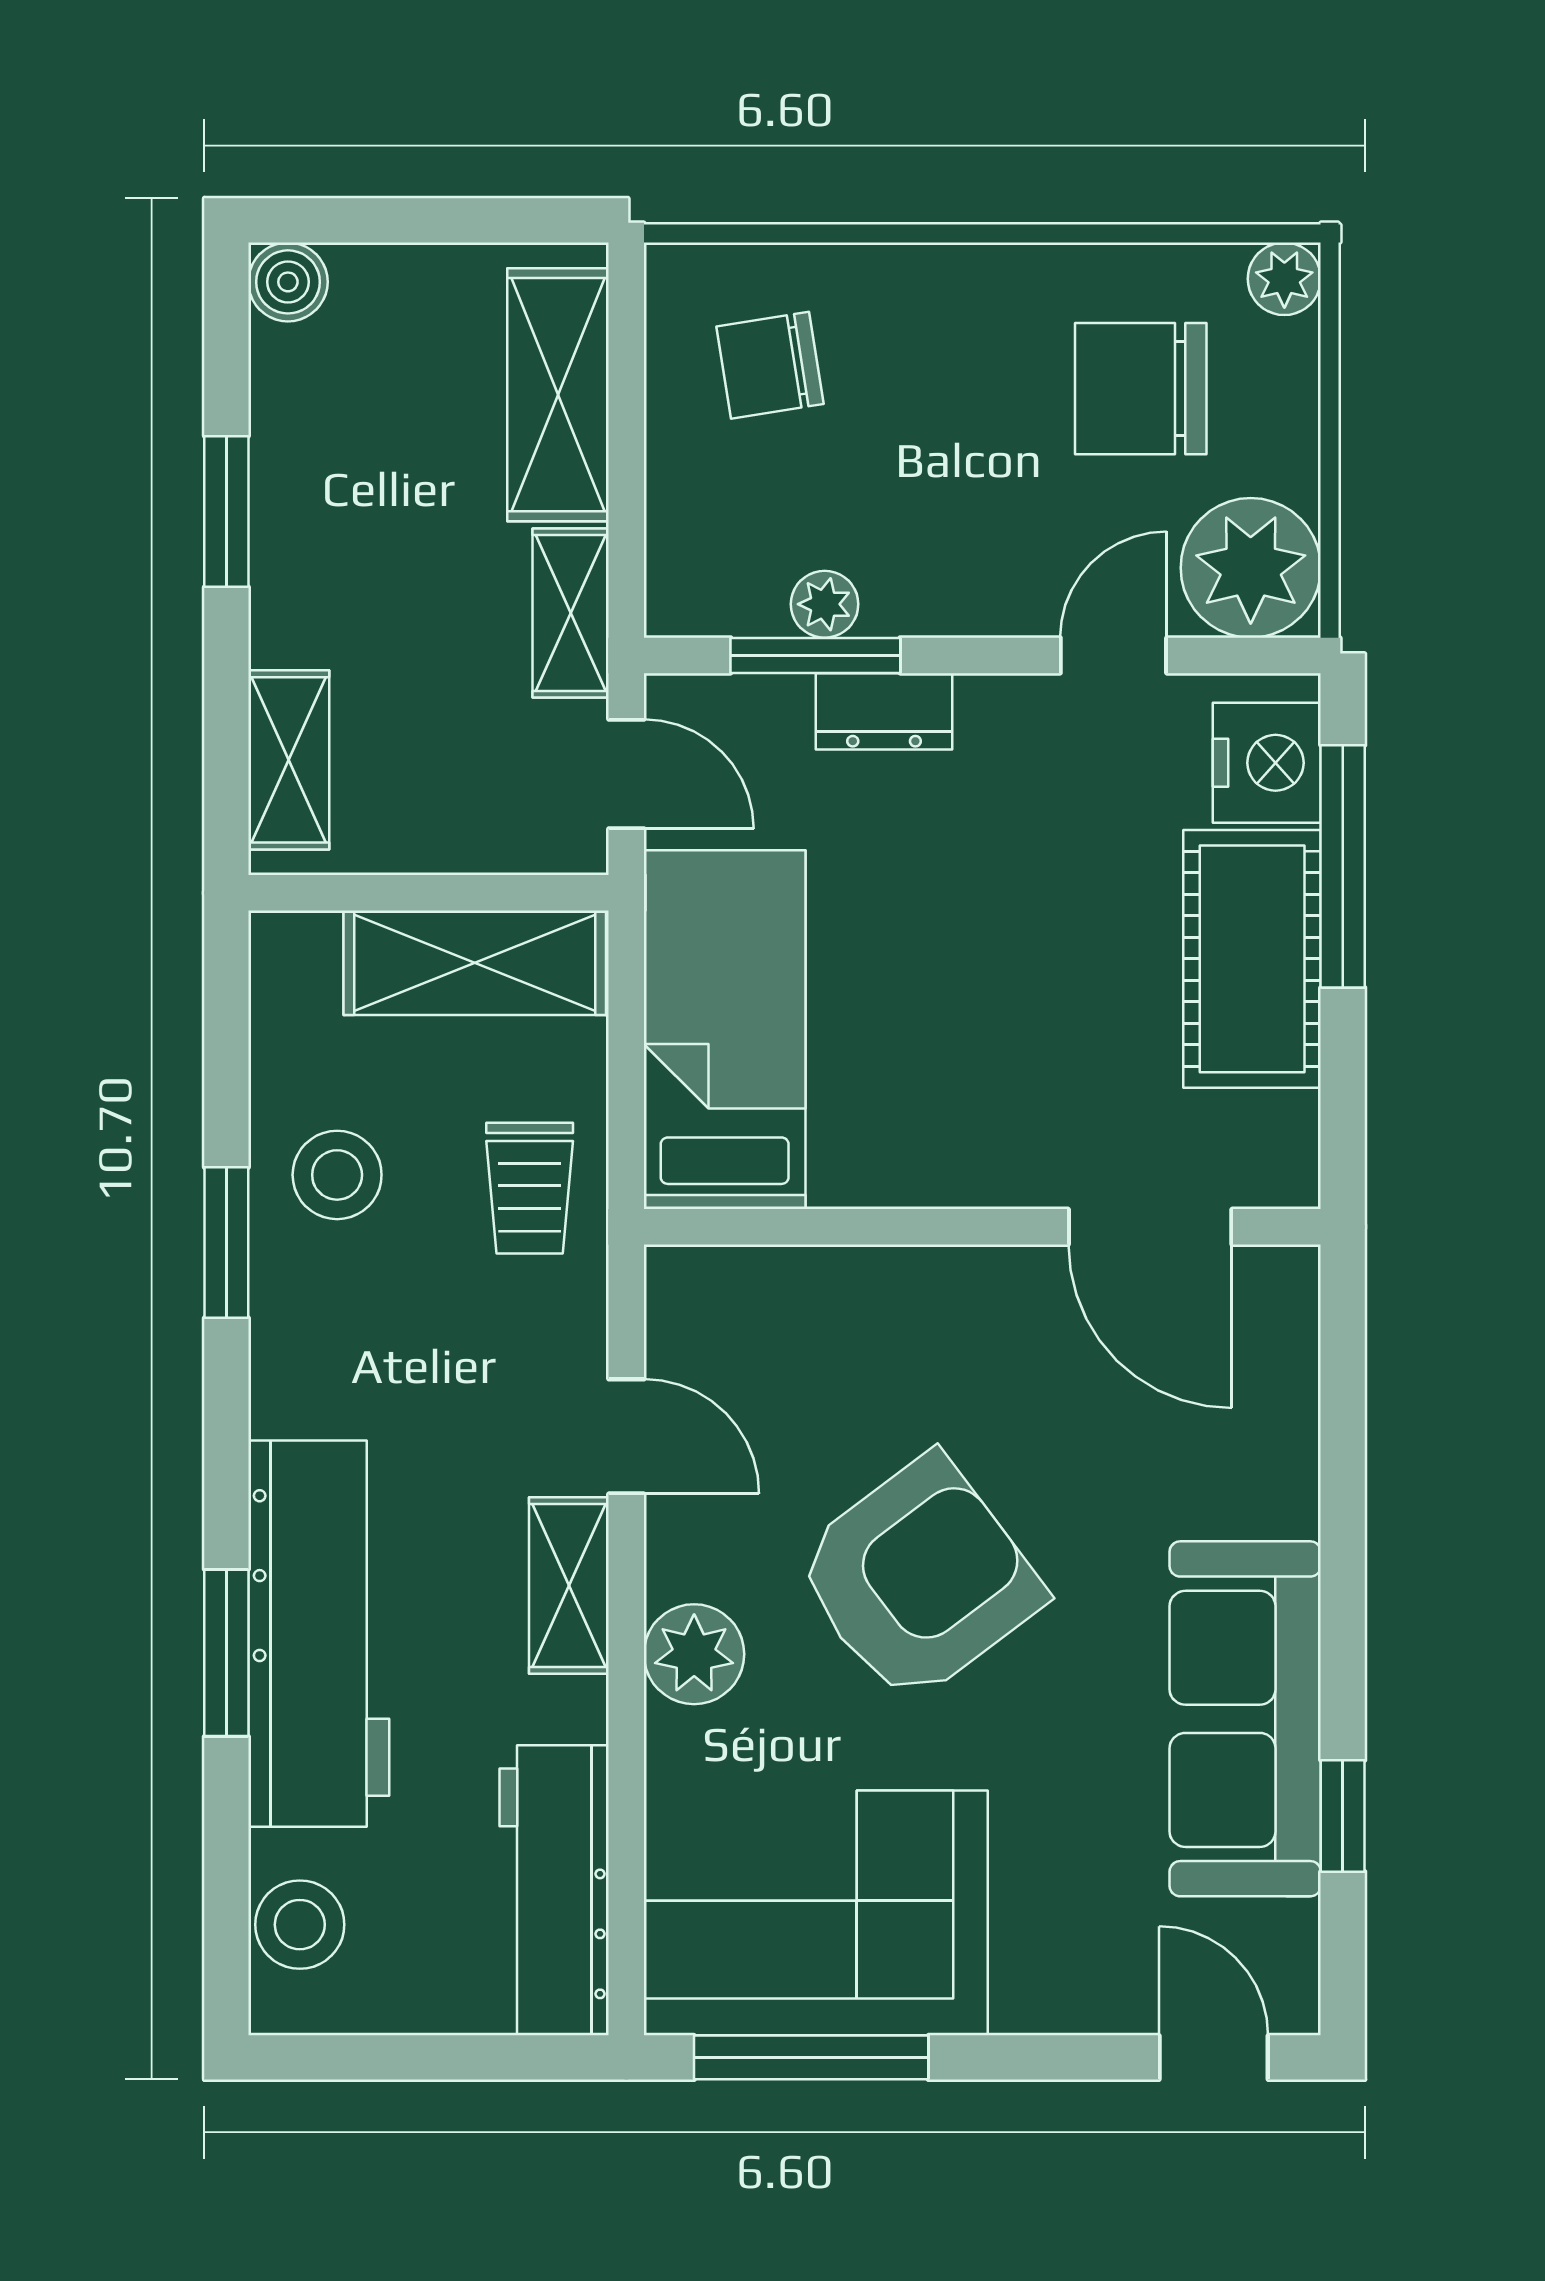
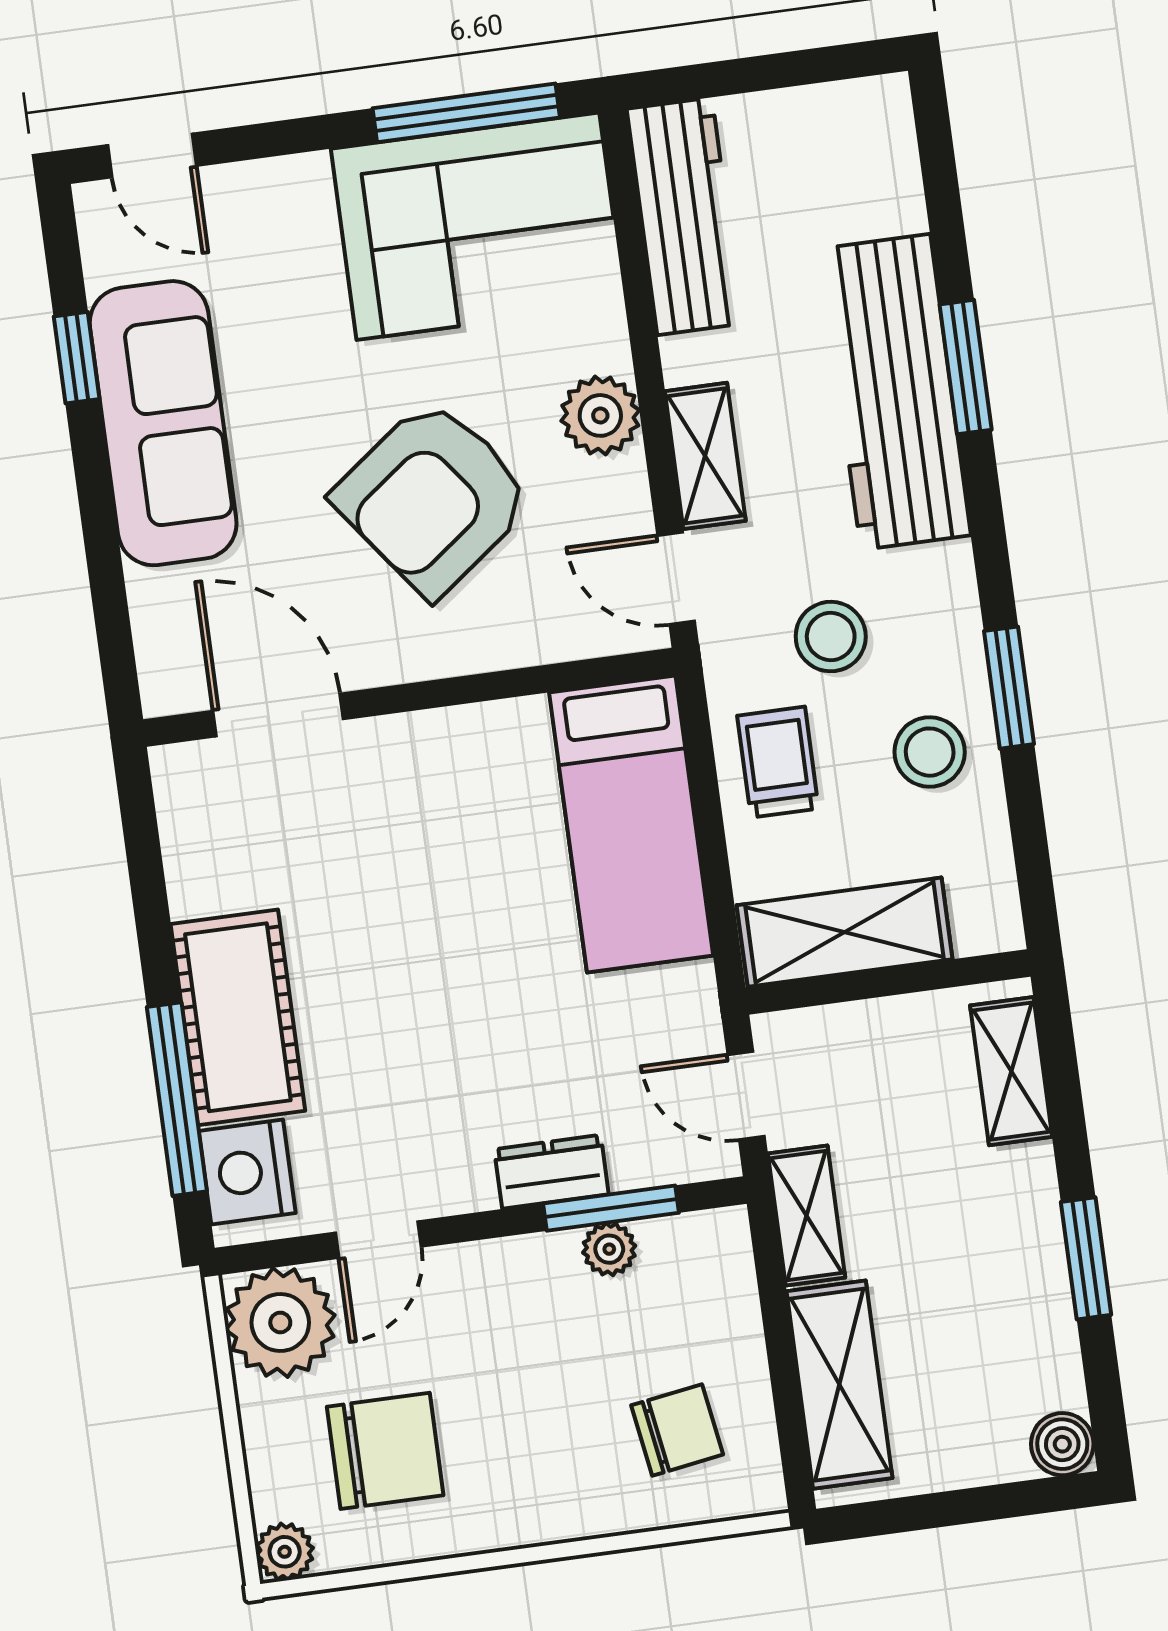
bed: (725, 1030) -> (631, 824), moved
wall: (982, 1227) -> (409, 697), moved
door: (1150, 1227) -> (278, 715), moved
stool: (300, 1925) -> (831, 637), moved

